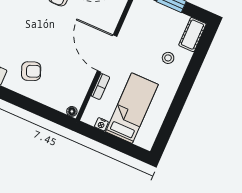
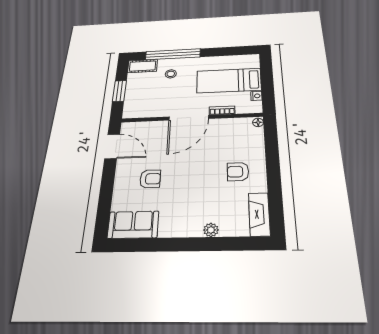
window: (193, 70) -> (173, 54), added
armchair: (31, 71) -> (238, 172), turned -68

